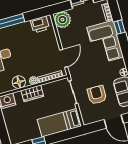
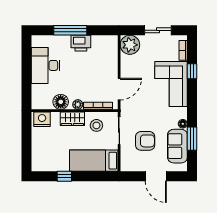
printer: (40, 24) -> (81, 43), moved
stool: (54, 93) -> (96, 125), added
armchair: (97, 95) -> (145, 141), turned 90

